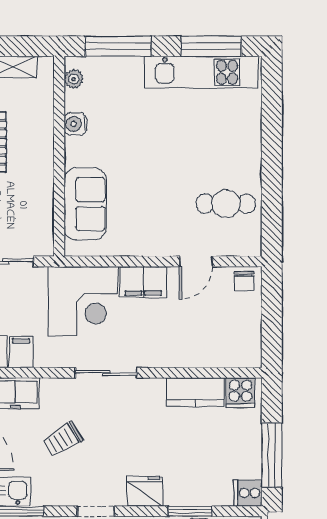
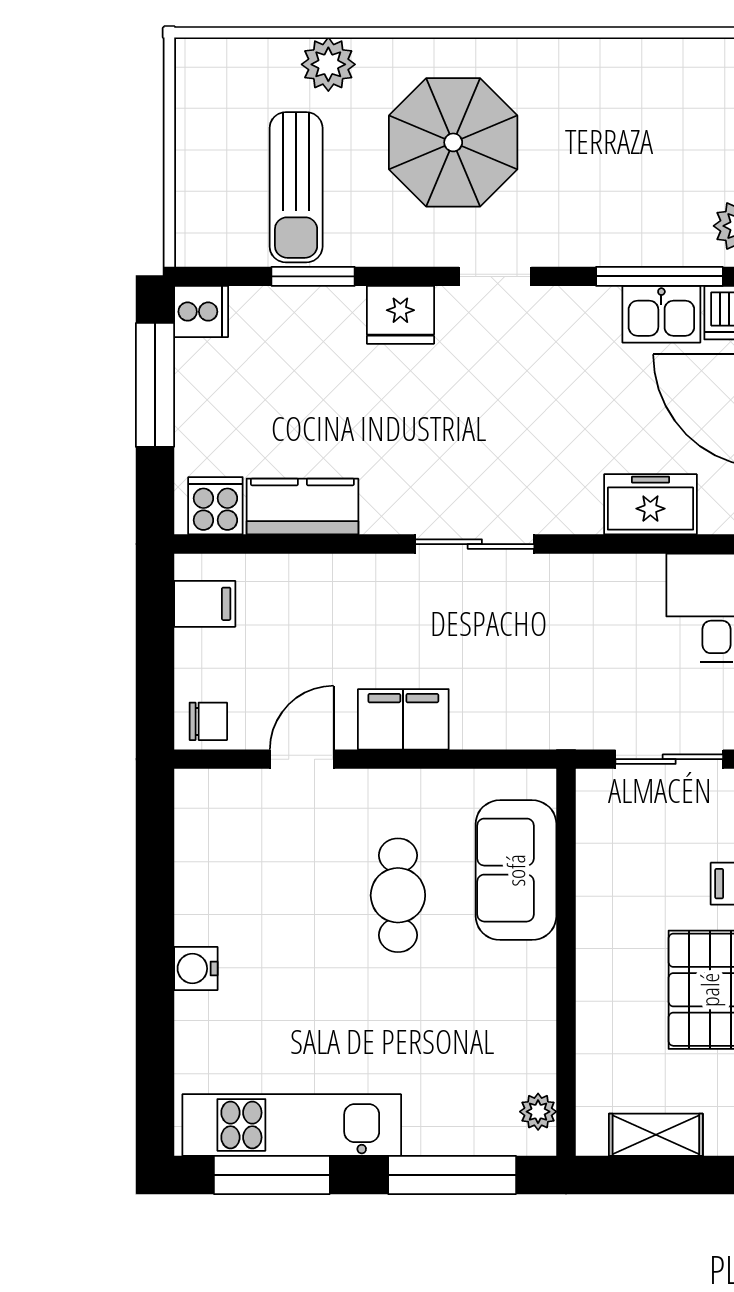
water cooler: (75, 124) -> (196, 969), moved, turned 180
cafe table: (226, 204) -> (398, 895), moved, turned 90
chair: (244, 281) -> (208, 721), turned 90
corner desk: (83, 301) -> (519, 683), removed
filing cabinet: (21, 352) -> (205, 604), moved, turned -90
trolley: (63, 439) -> (559, 415), removed

